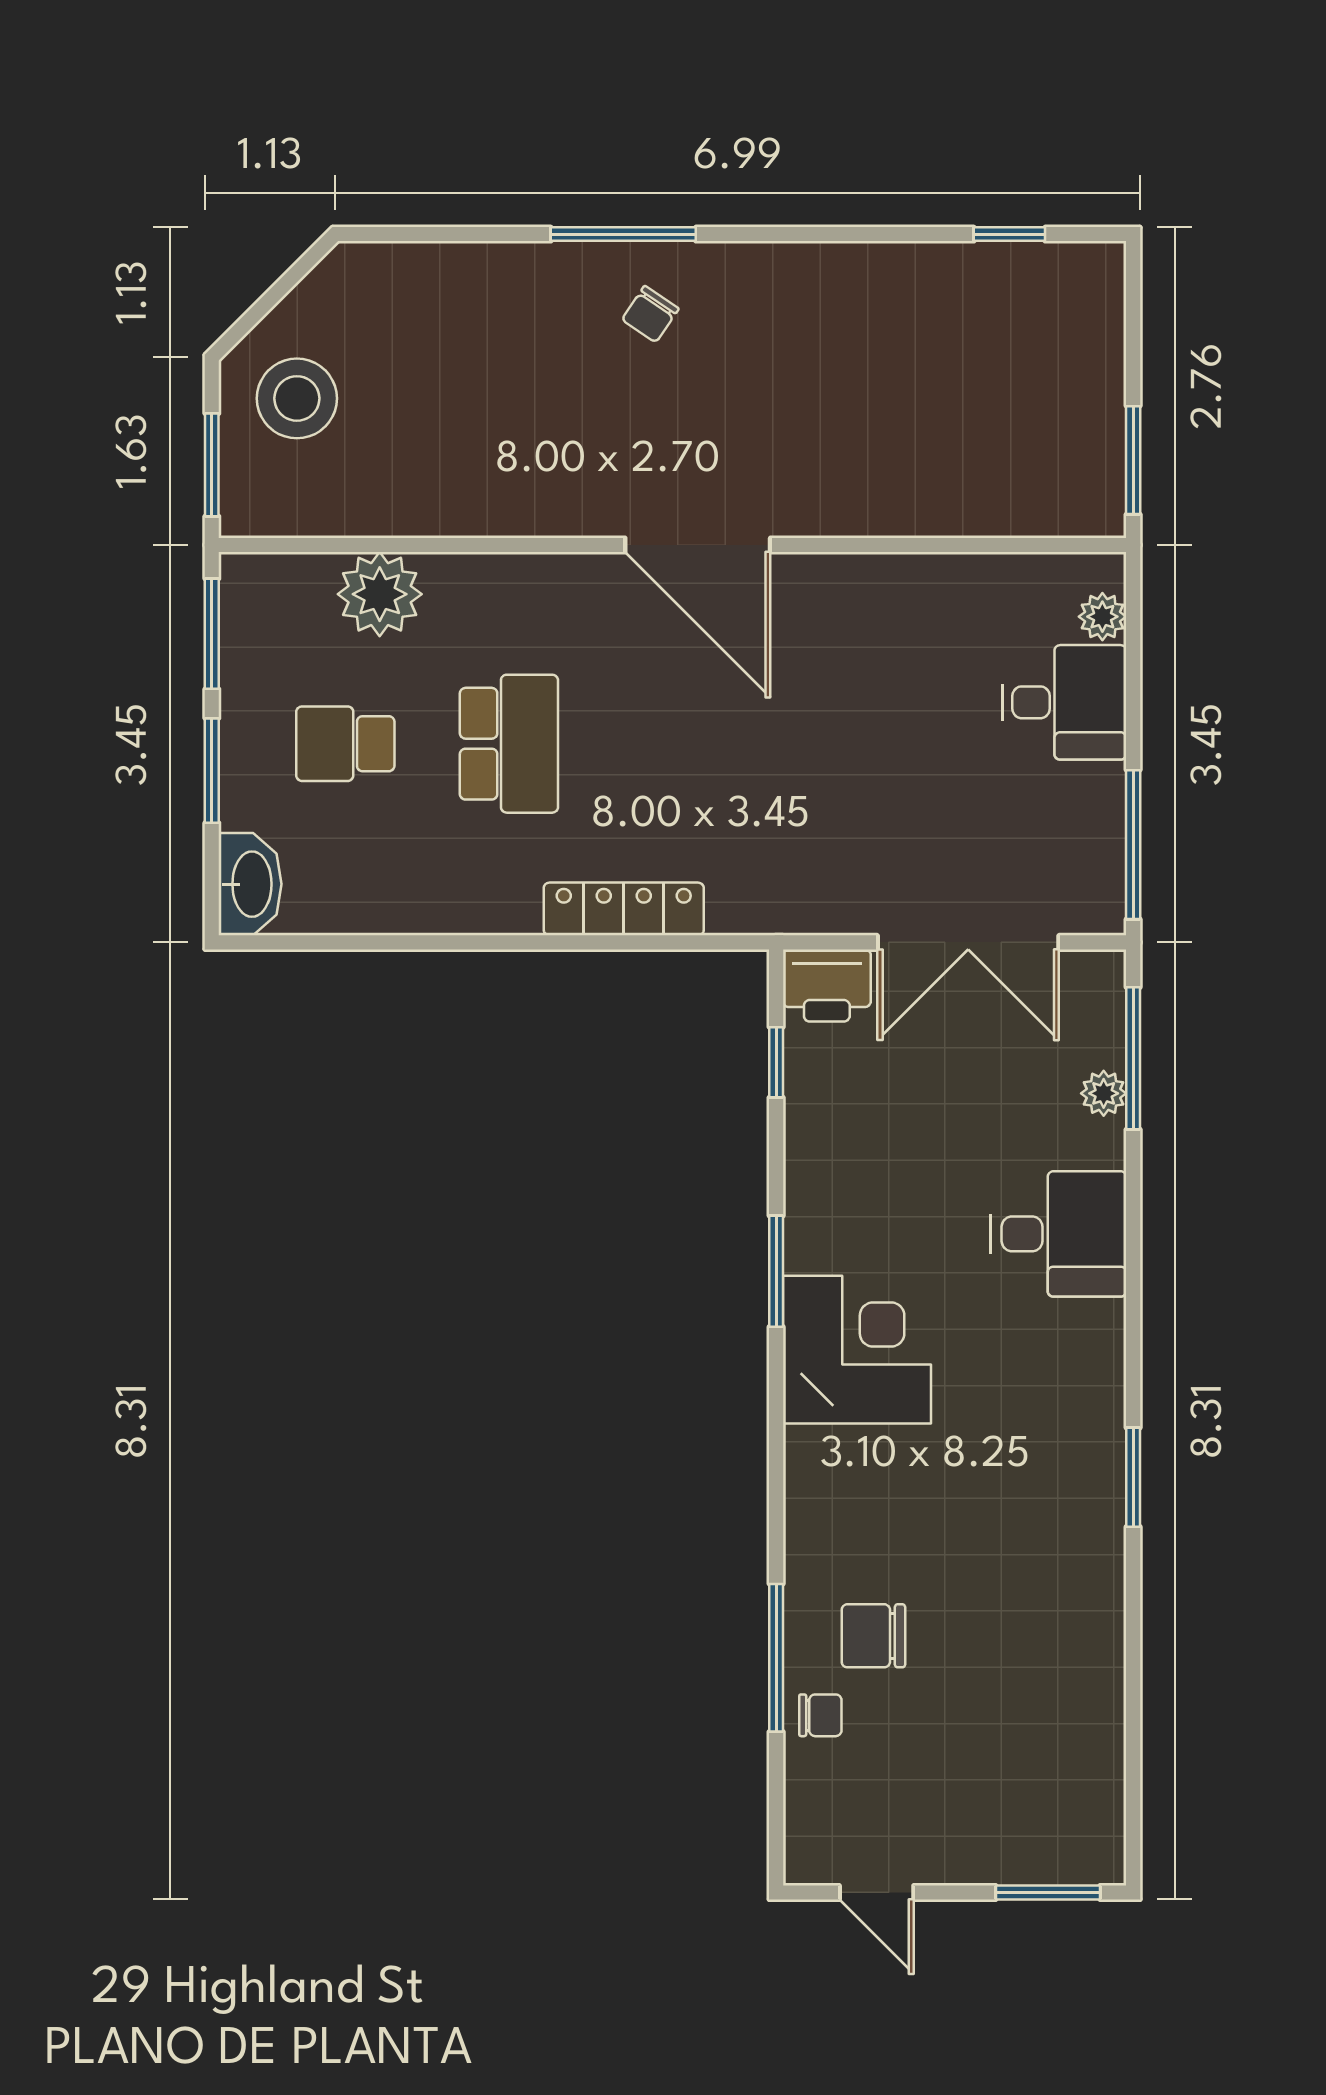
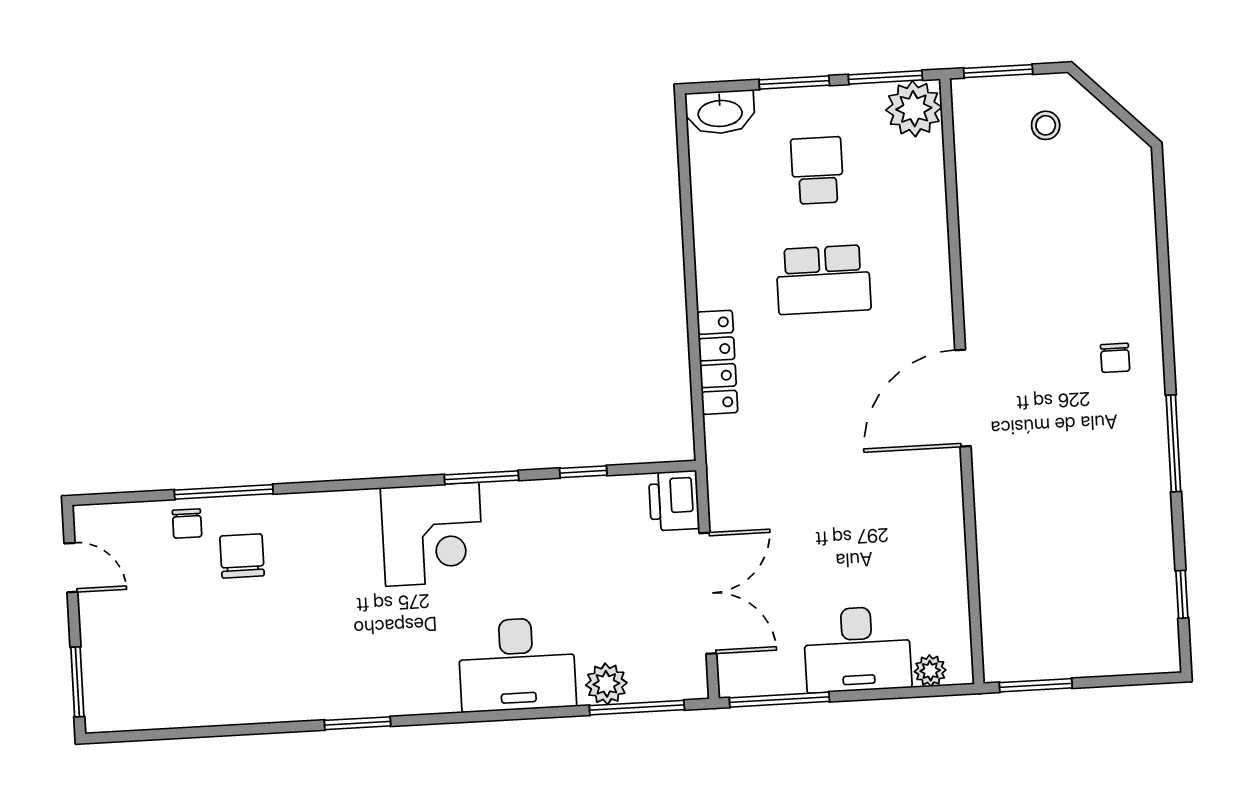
window: (623, 234) -> (1173, 443), moved
chair: (650, 314) -> (1115, 358), turned -124
stool: (297, 398) -> (1046, 125), width x0.53, depth x0.53
plant: (380, 594) -> (914, 109), moved
desk: (1064, 702) -> (857, 649), width x1.37
double door: (968, 942) -> (708, 593), swing flipped
window: (776, 1062) -> (583, 472), moved
plant: (1104, 1093) -> (606, 684), width x1.38, depth x1.38
desk: (1059, 1234) -> (517, 664), width x1.37
door: (877, 1892) -> (71, 568), swing flipped

